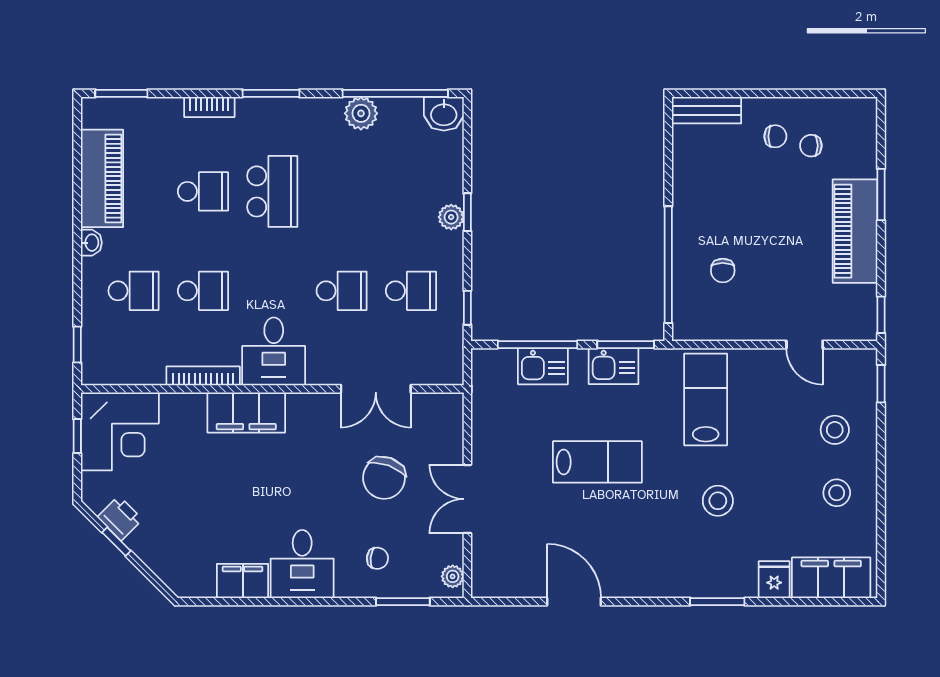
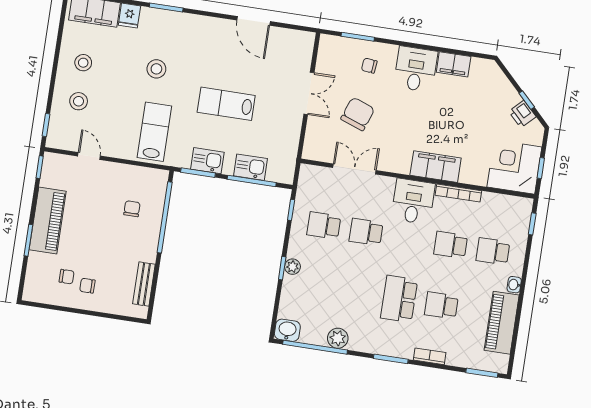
bench: (706, 110) -> (144, 284), moved, turned 90
lab bench: (706, 399) -> (154, 132), turned 180
plant: (453, 576) -> (325, 48), removed

